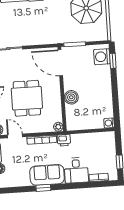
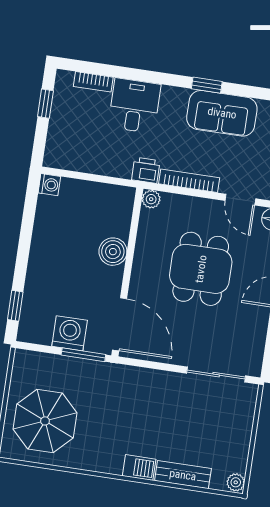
washing machine: (102, 57) -> (70, 333), moved, turned -90
sofa: (47, 175) -> (222, 113), moved

